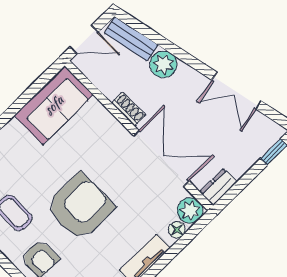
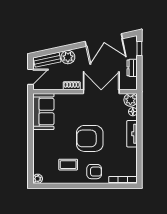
double door: (237, 91) -> (104, 40), width x1.37
dresser: (218, 187) -> (132, 68), moved
armchair: (80, 207) -> (90, 138), turned -90

